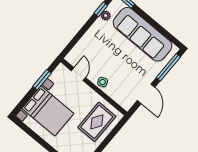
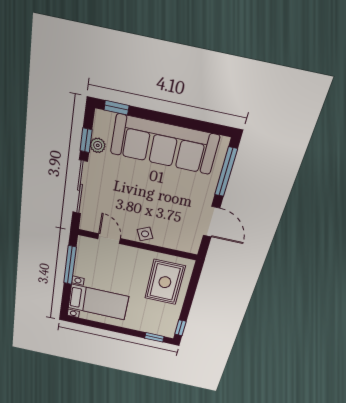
sliding door: (81, 34) -> (80, 187), added
window: (42, 80) -> (70, 265), width x1.44
bed with nightstands: (48, 111) -> (98, 302), width x0.73

